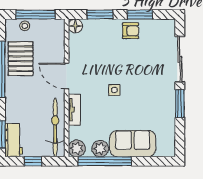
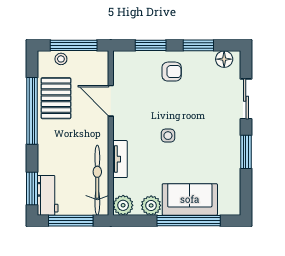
floor lamp: (75, 26) -> (224, 59), moved
armchair: (131, 31) -> (172, 72), moved
sliding door: (180, 59) -> (246, 99), width x0.73
door: (67, 76) -> (111, 101), moved
window: (33, 161) -> (71, 221), width x2.17
window: (105, 161) -> (189, 221), moved

